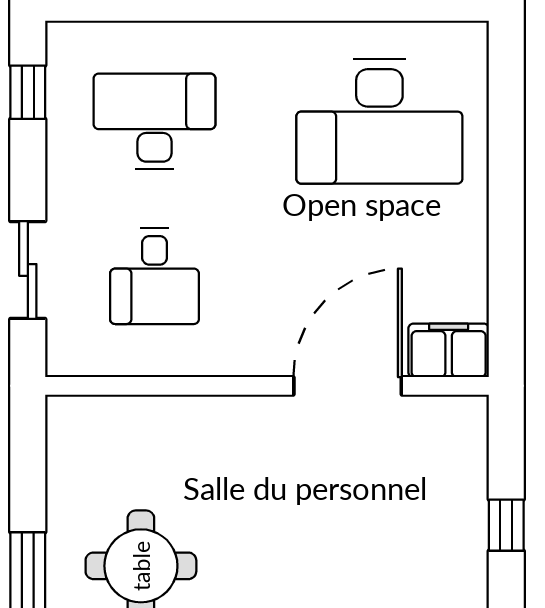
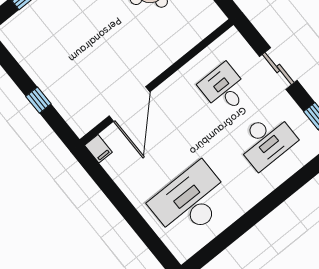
sliding door: (28, 270) -> (278, 68), moved
filing cabinet: (449, 350) -> (98, 149), width x0.50

